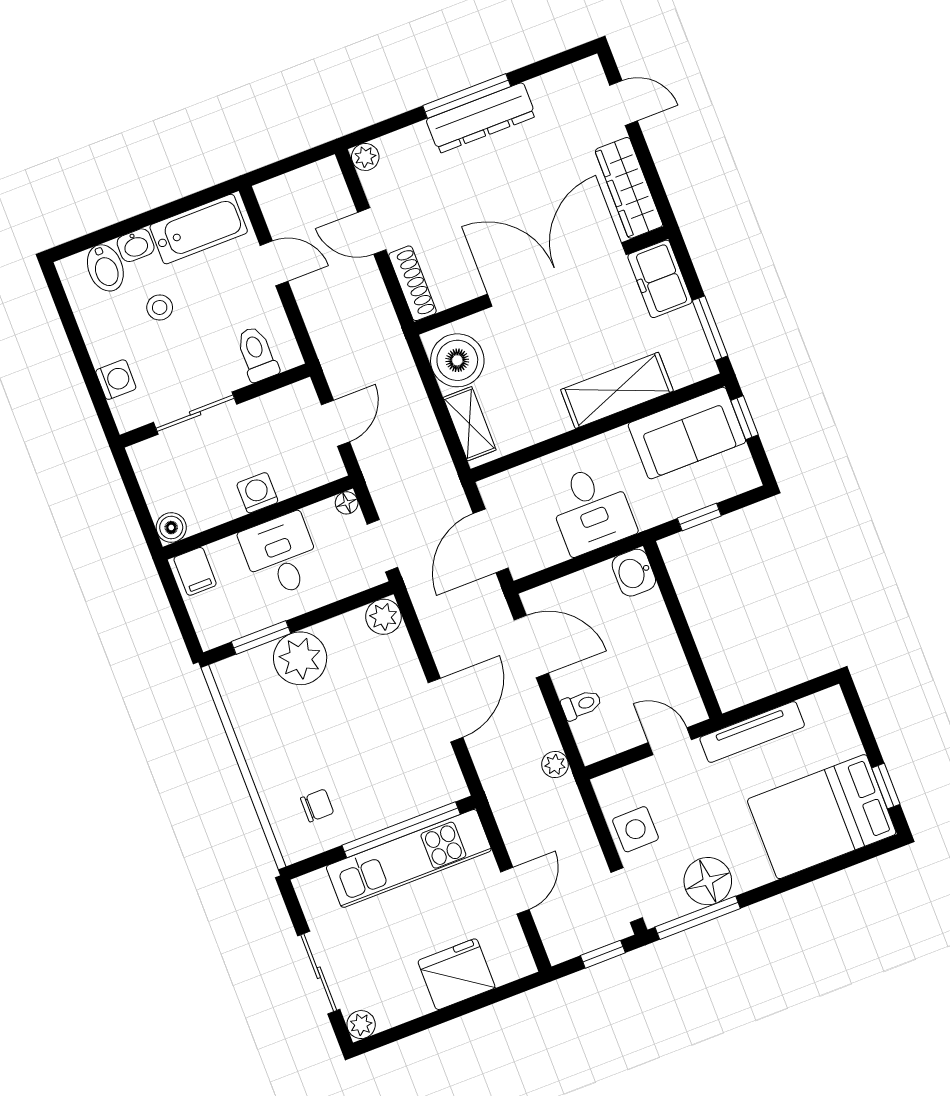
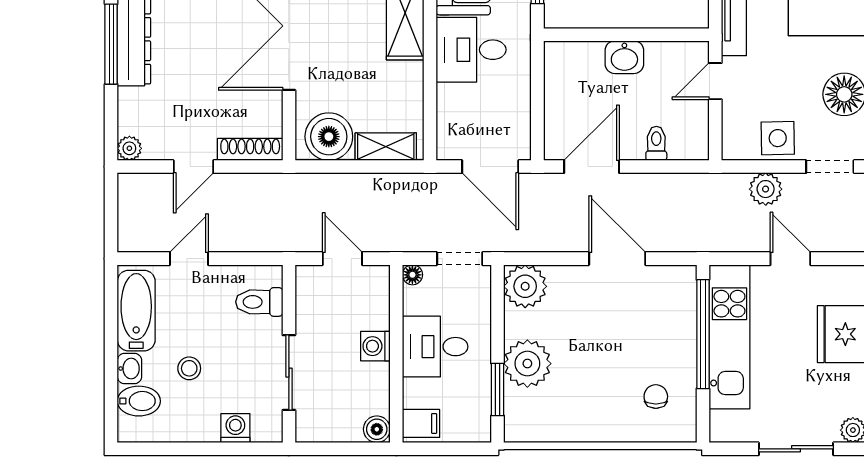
desk: (591, 509) -> (471, 50), moved, turned 180
washbasin: (634, 573) -> (624, 57), moved
plant: (383, 617) -> (525, 286), width x1.36, depth x1.36
plant: (555, 765) -> (766, 189), moved, width x1.38, depth x1.38

